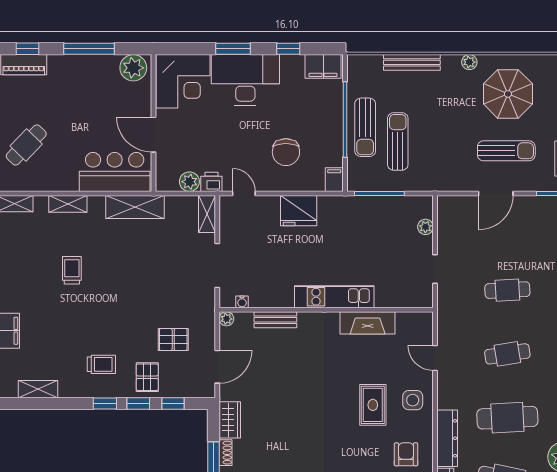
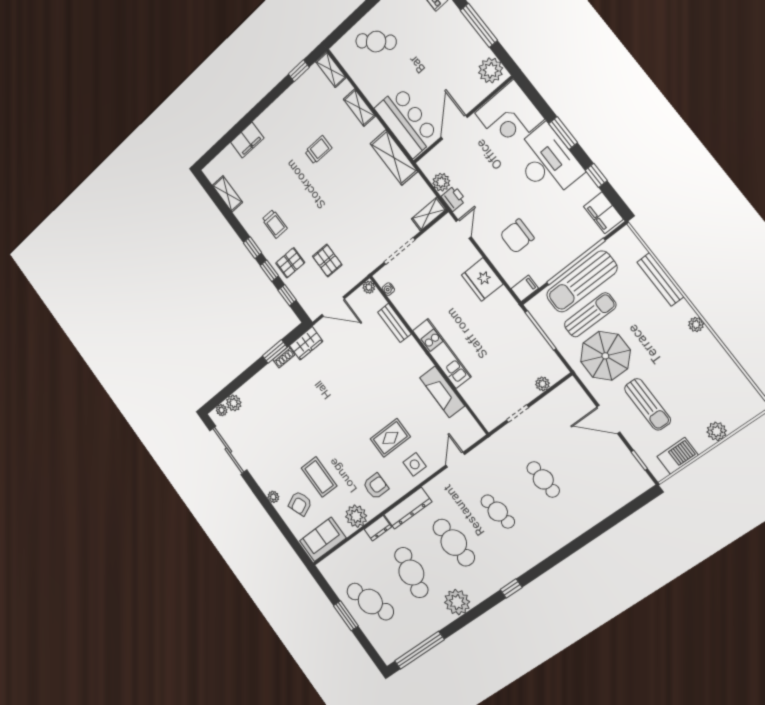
parasol: (508, 94) -> (605, 356), moved
sun lounger: (365, 127) -> (582, 282), width x1.36, depth x1.34

